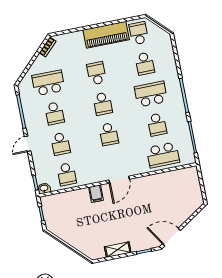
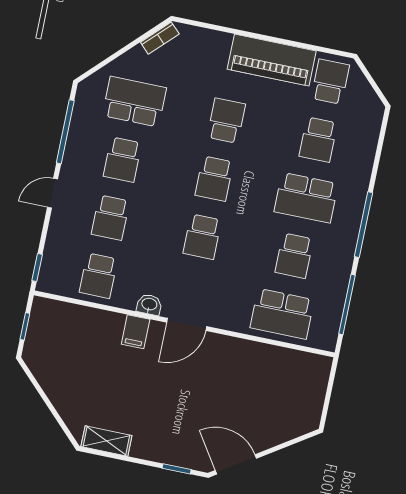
school desk: (151, 94) -> (306, 198), turned 180
washbasin: (44, 188) -> (149, 305), moved
shelving: (118, 250) -> (106, 441), moved

